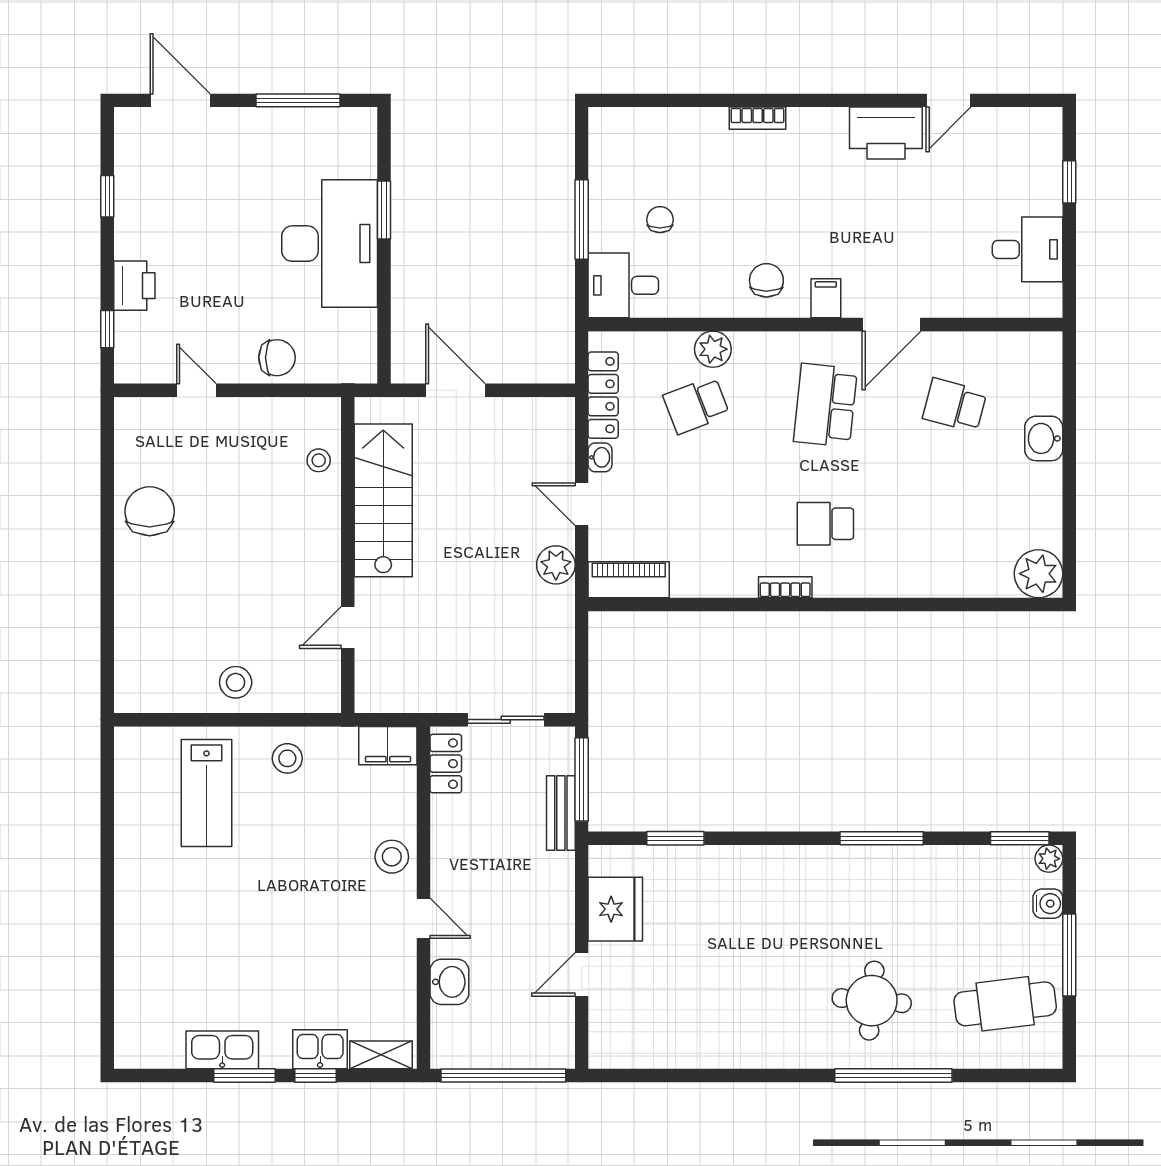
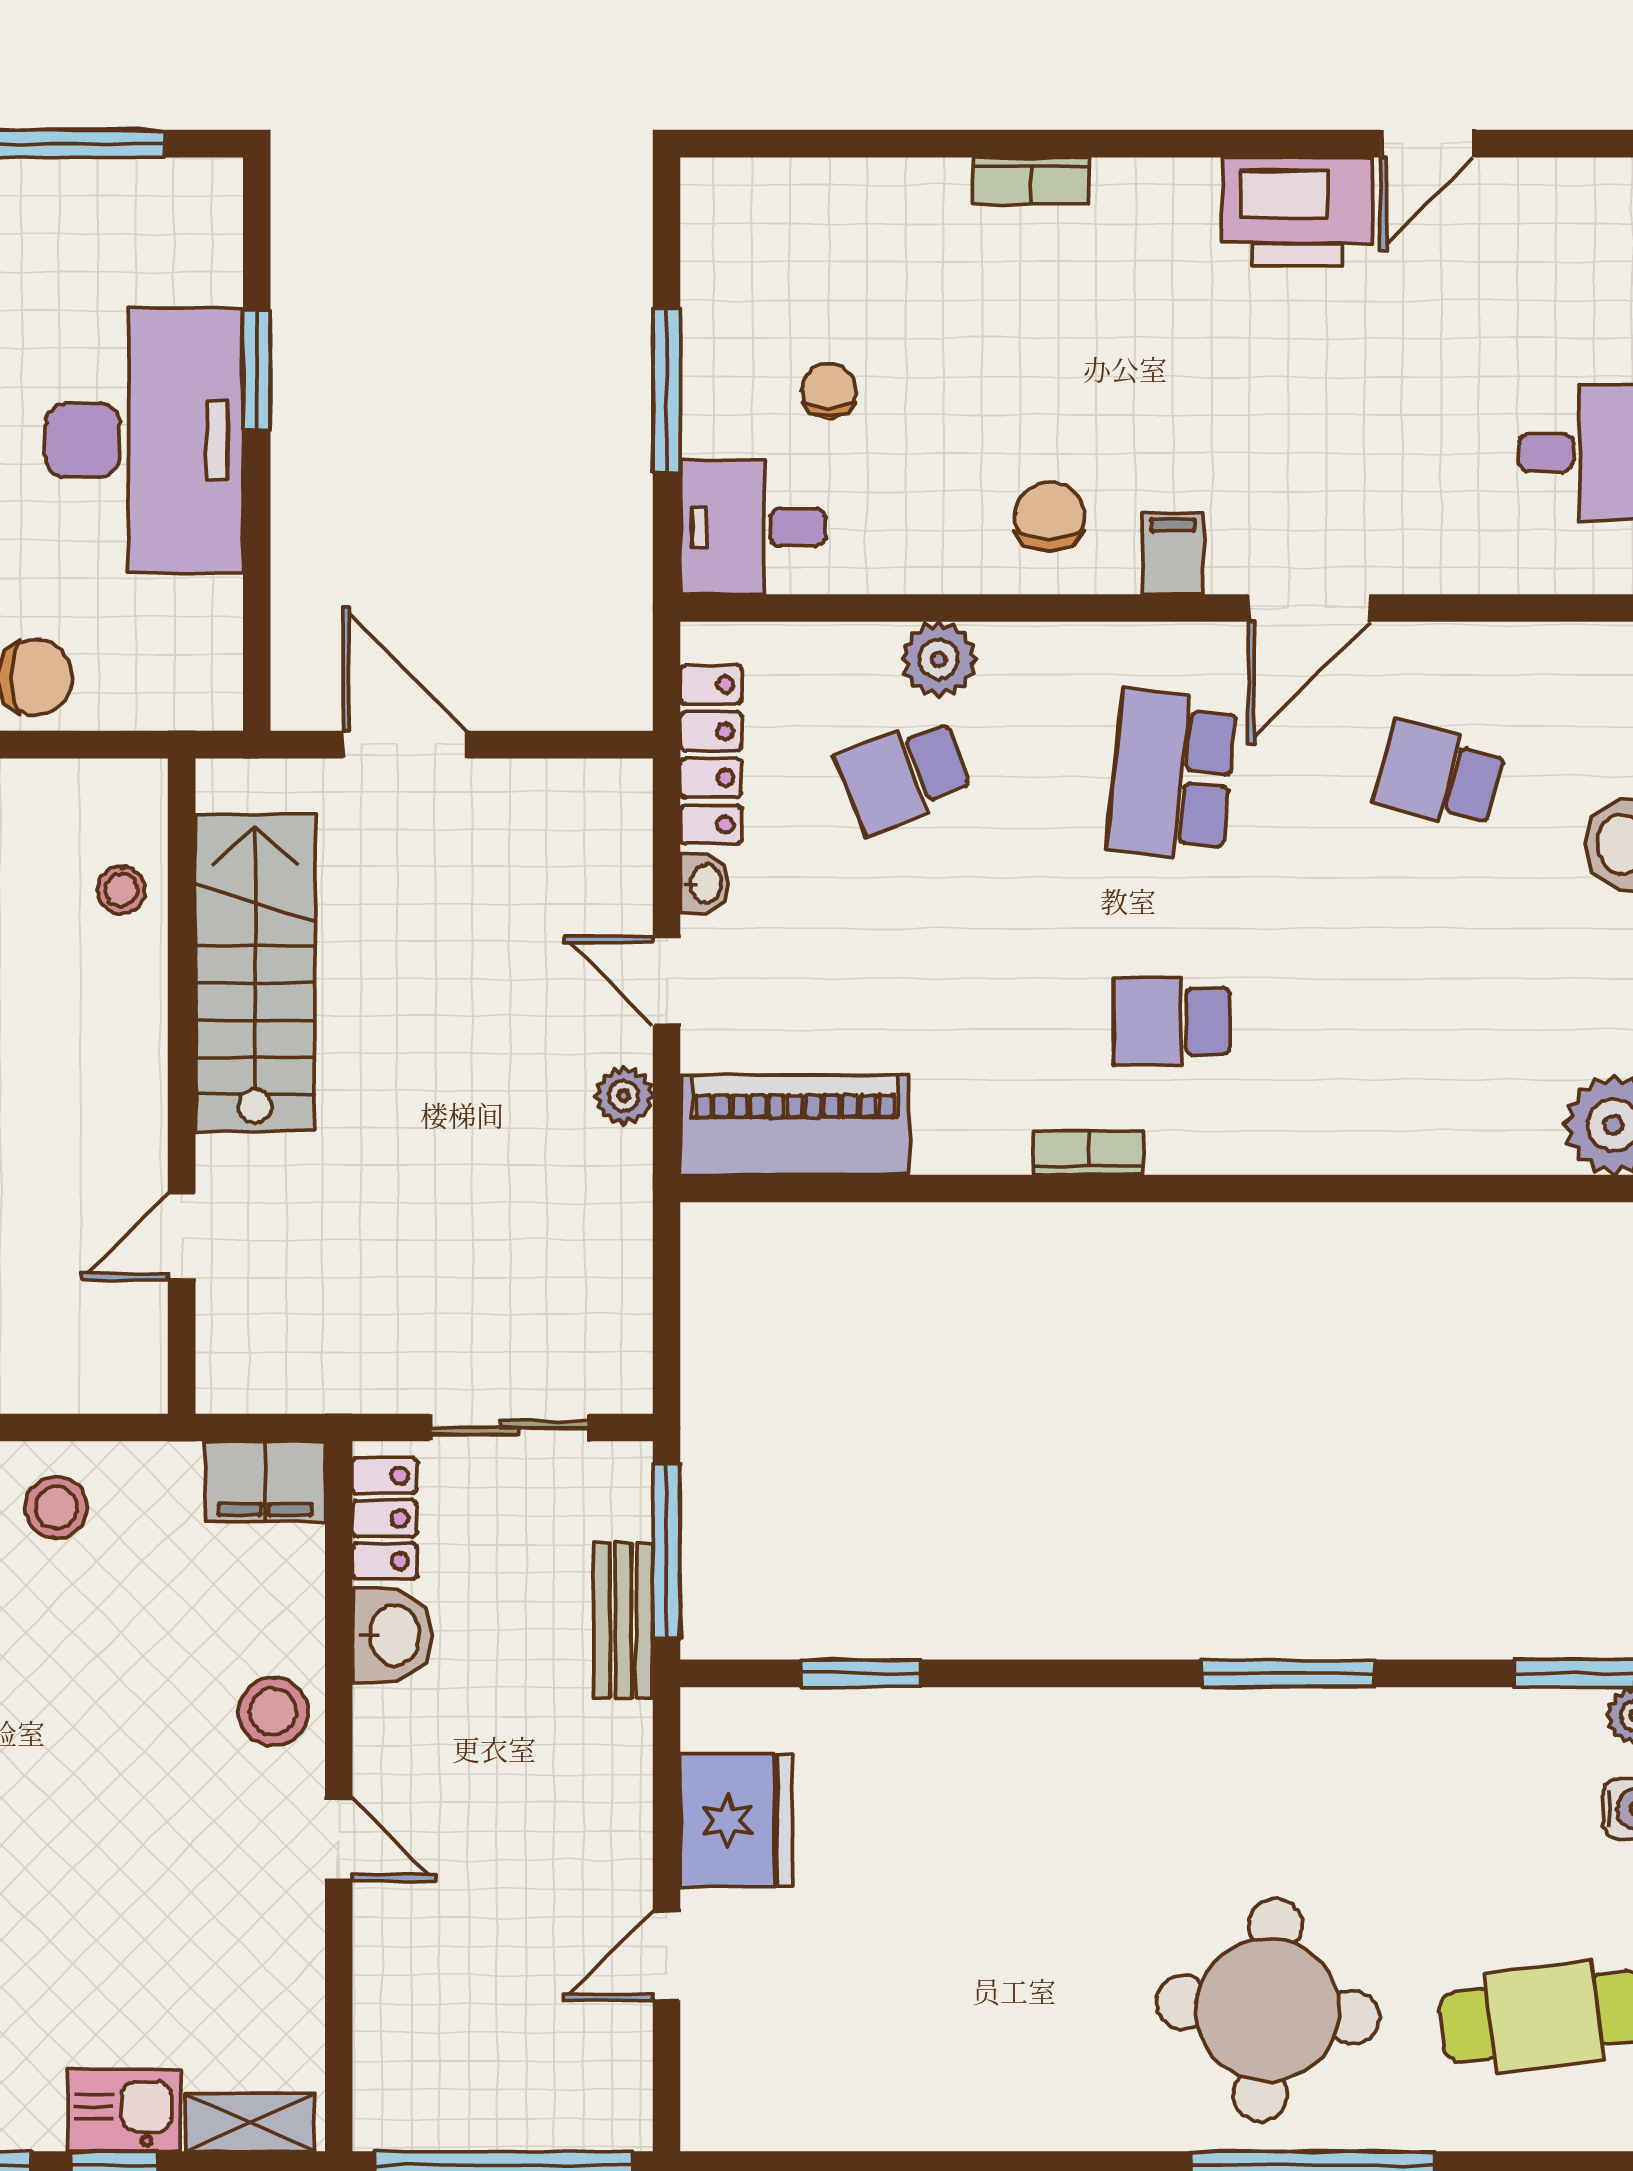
plant: (556, 565) -> (624, 1096), width x0.73, depth x0.73
piano: (629, 580) -> (795, 1125), width x1.37, depth x1.33
washbasin: (449, 982) -> (392, 1635), moved
round table: (872, 1001) -> (1268, 2010), width x1.36, depth x1.36

